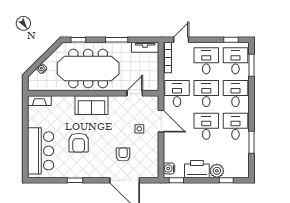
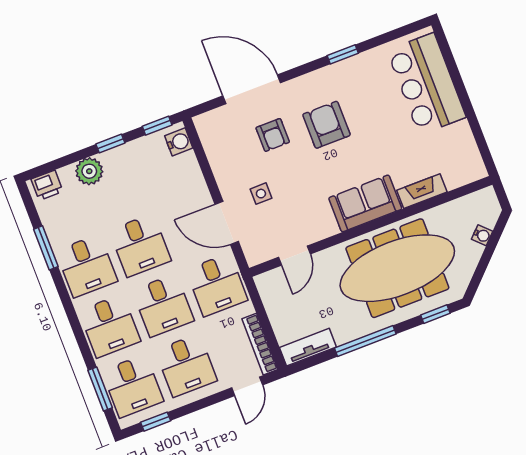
window: (117, 40) -> (365, 341), width x1.44
fireplace: (39, 101) -> (422, 191), moved
armchair: (79, 143) -> (326, 125), moved
printer: (197, 169) -> (47, 185), moved, width x0.53, depth x0.68
window: (226, 180) -> (110, 144), moved

